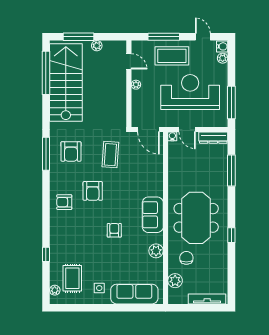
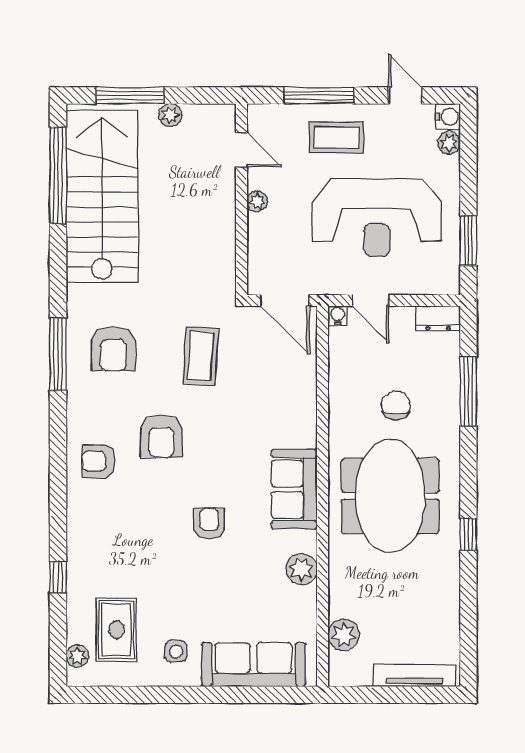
coffee table: (172, 56) -> (337, 138), width x0.73, depth x0.76
reception desk: (190, 92) -> (377, 218), turned 180
window: (231, 102) -> (468, 241), width x0.69
dresser: (213, 138) -> (438, 319), width x0.70
chair: (186, 258) -> (396, 405), moved

